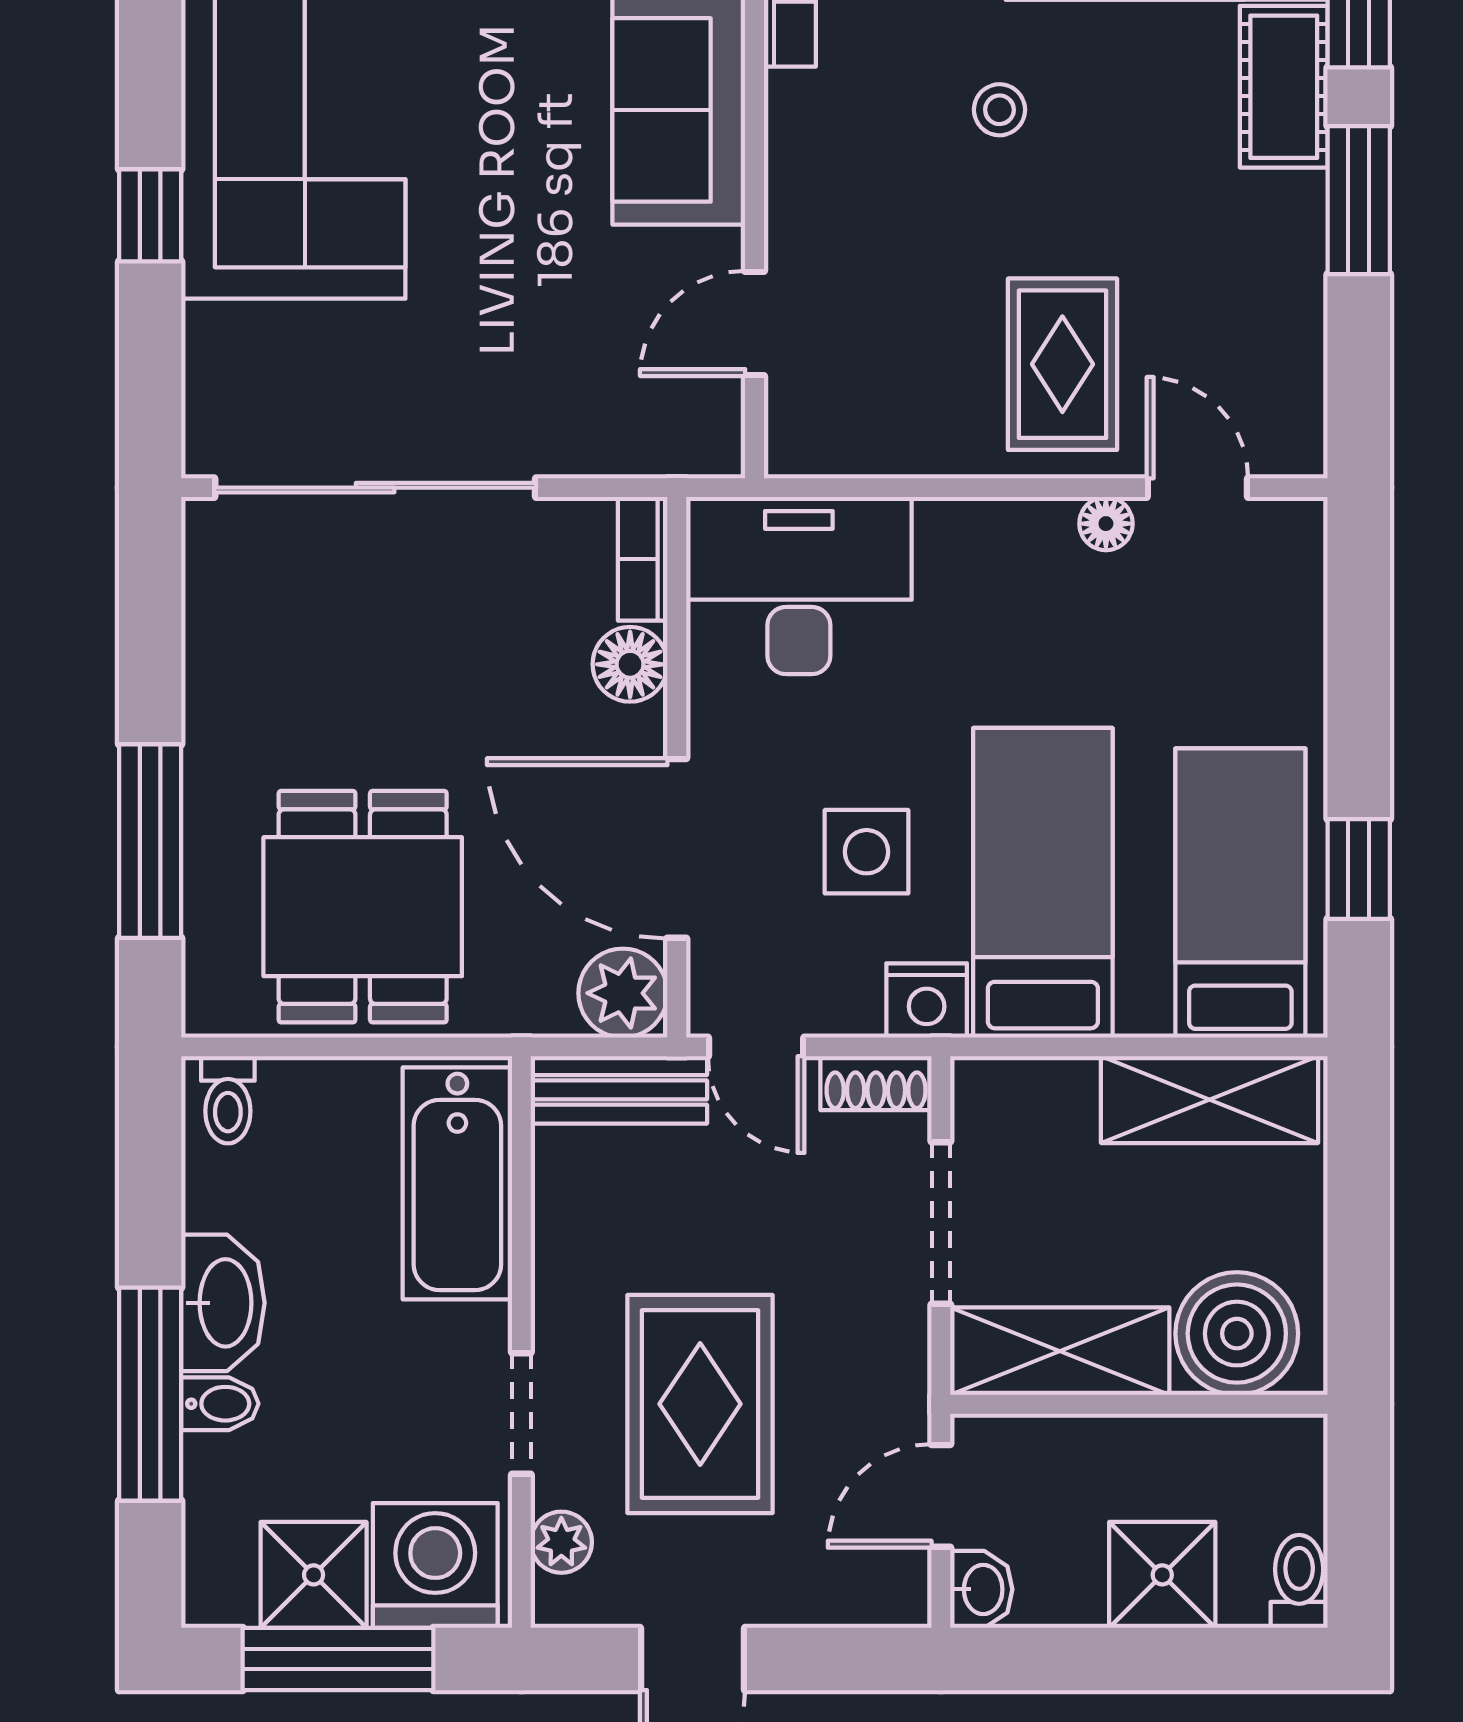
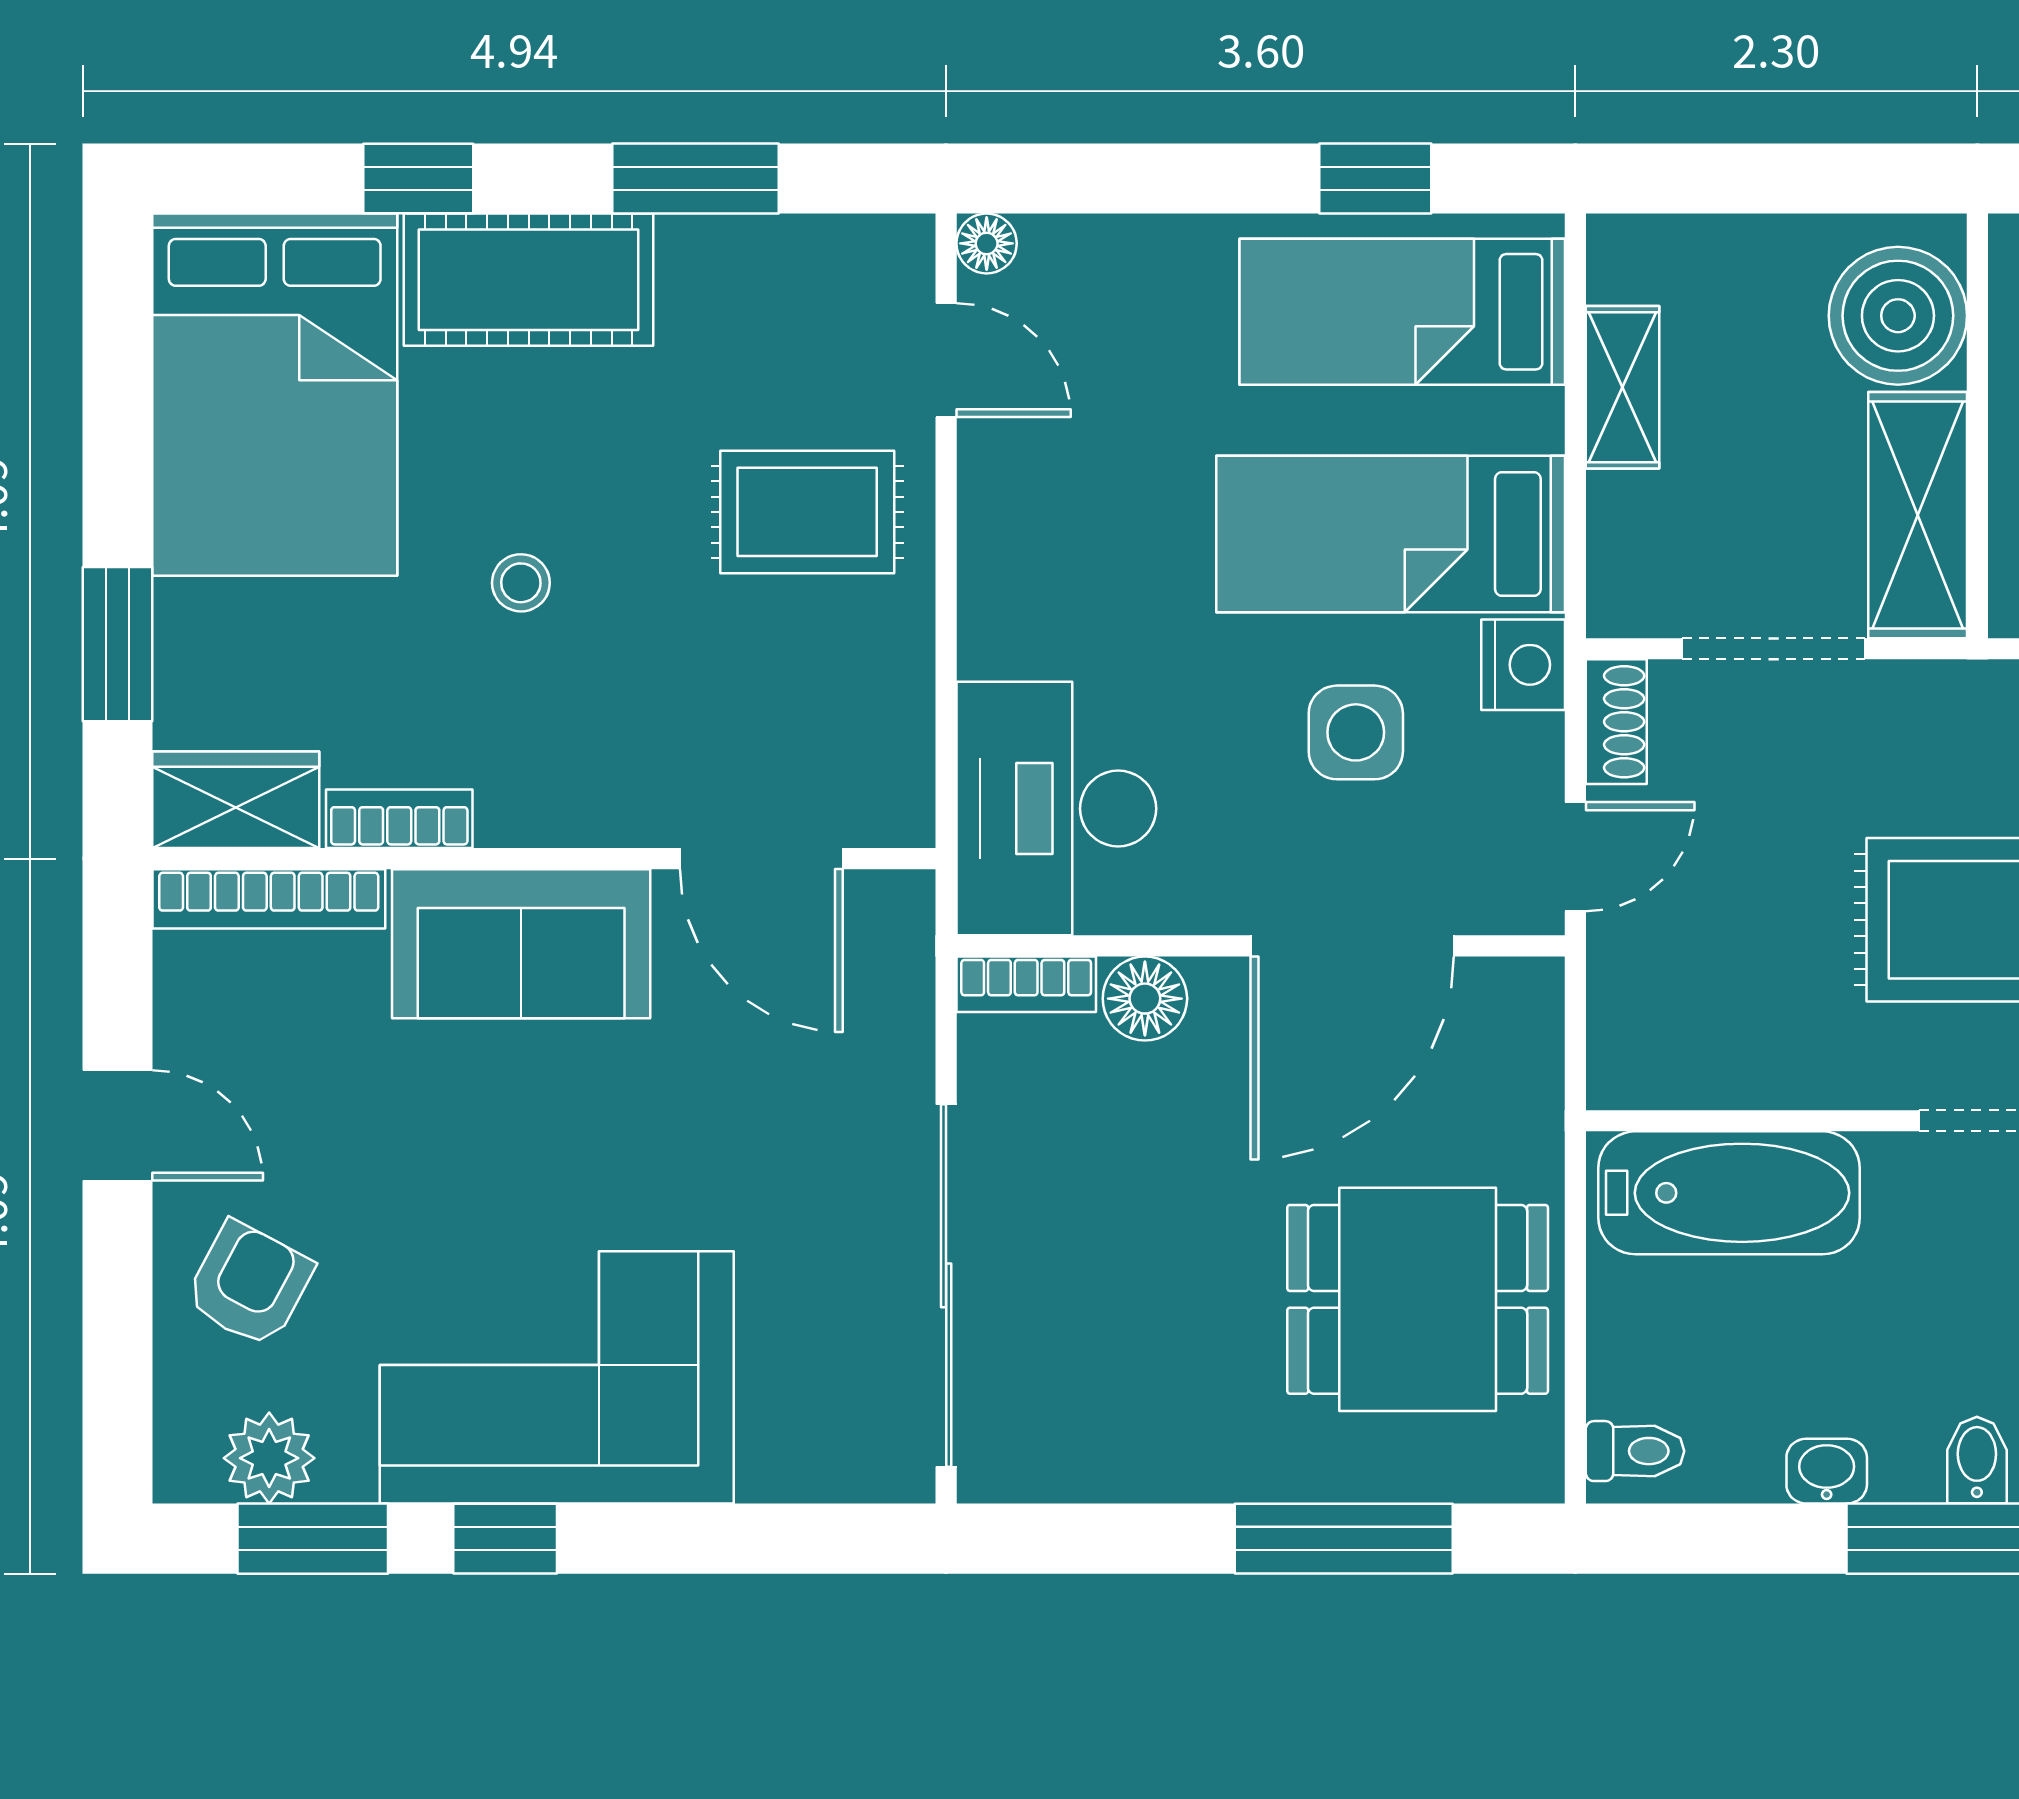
cot: (1284, 87) -> (529, 280), width x1.37, depth x1.34
window: (1359, 200) -> (696, 179), moved
window: (150, 215) -> (505, 1539), moved
door: (754, 323) -> (761, 859), width x1.38
door: (1197, 488) -> (946, 360), swing flipped
floor lamp: (1106, 524) -> (987, 243), moved
plant: (623, 993) -> (1515, 1007), removed
bench: (619, 1090) -> (1624, 1011), removed
shelving: (1209, 1100) -> (1623, 387), width x0.67, depth x0.75
washbasin: (223, 1303) -> (1827, 1471), width x0.52, depth x0.69

